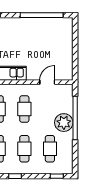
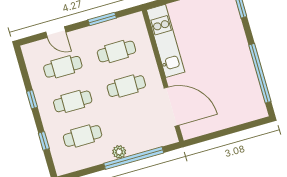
door: (47, 82) -> (171, 107), width x1.87
plant: (64, 123) -> (119, 152), width x0.53, depth x0.53
window: (57, 176) -> (44, 141), moved

